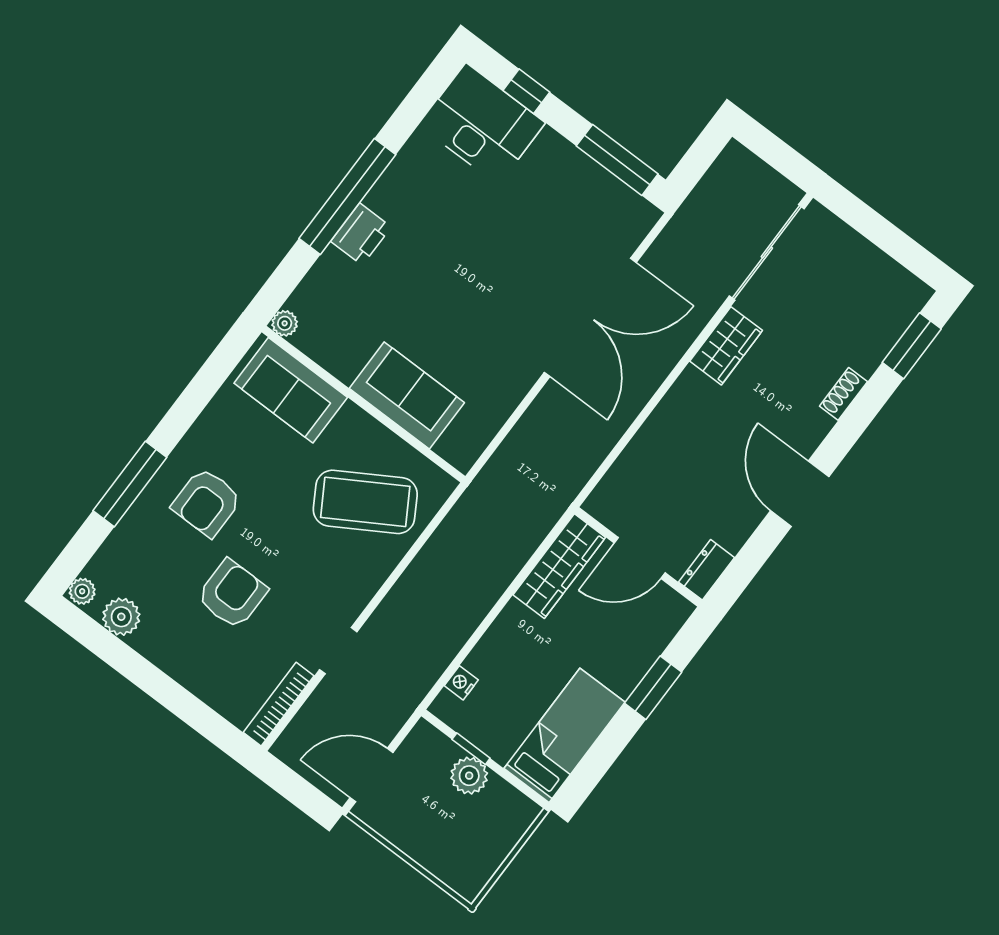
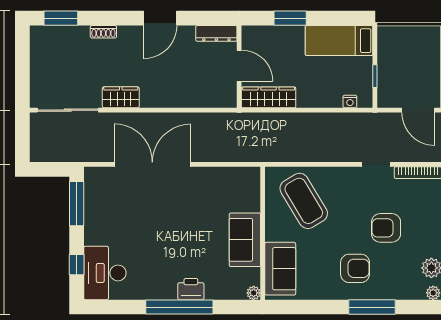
sofa: (407, 395) -> (245, 240), moved
dresser: (706, 570) -> (216, 33), width x1.44
plant: (469, 776) -> (387, 68), removed

